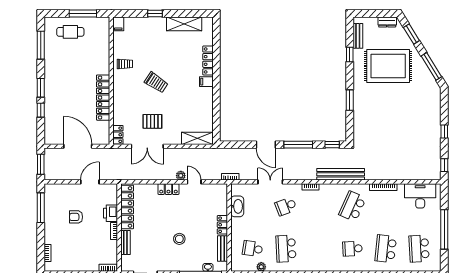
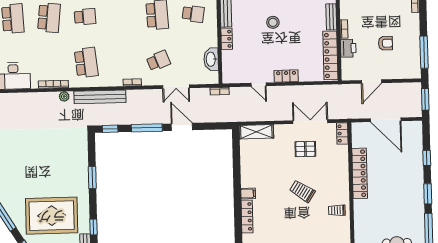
window: (41, 88) -> (428, 194), moved
plant: (181, 176) -> (64, 96), moved
school desk: (352, 206) -> (86, 63), turned -30

